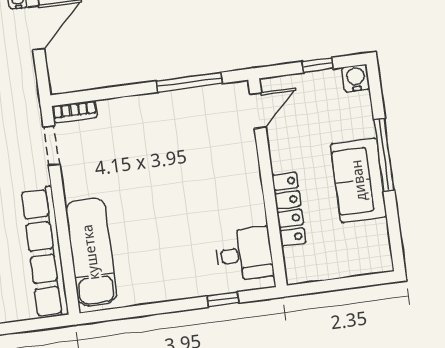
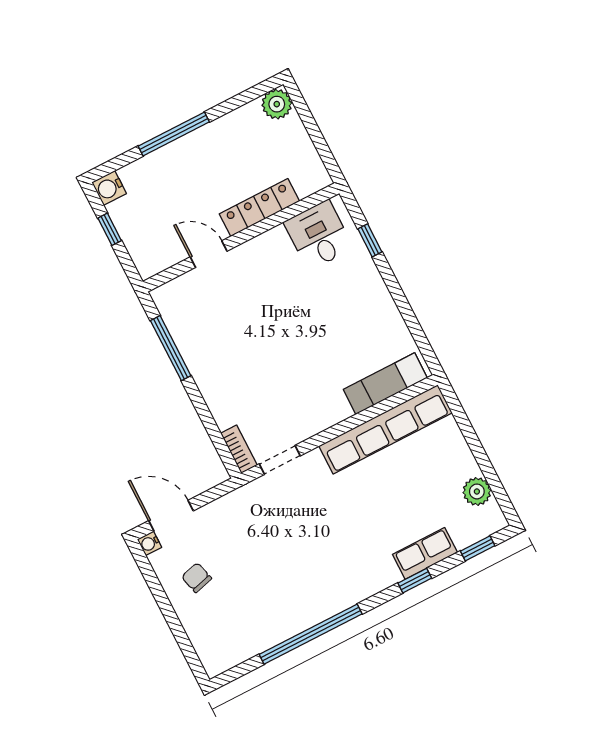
door: (258, 111) -> (209, 254), moved
sofa: (359, 180) -> (207, 150), removed
exam couch: (91, 252) -> (385, 384), width x0.73, depth x0.69
plant: (378, 259) -> (277, 104), added

